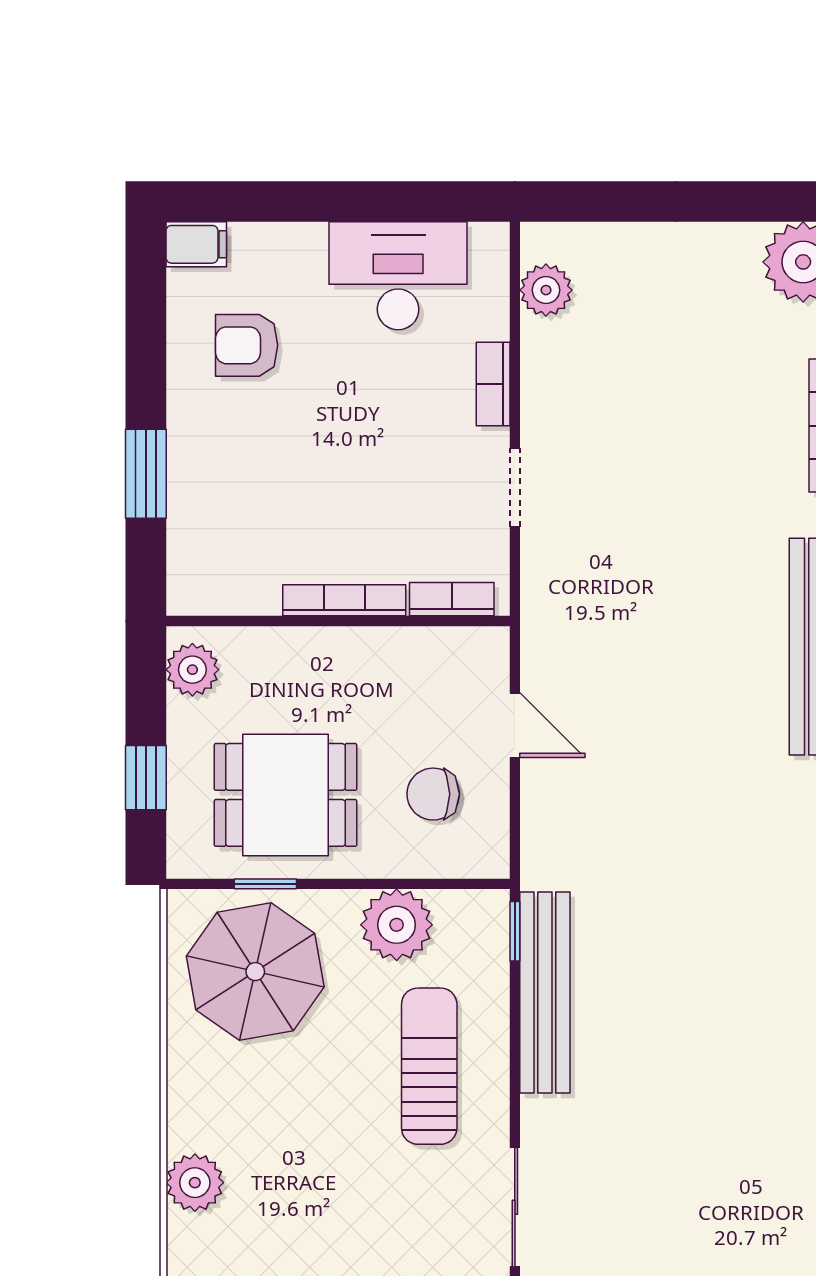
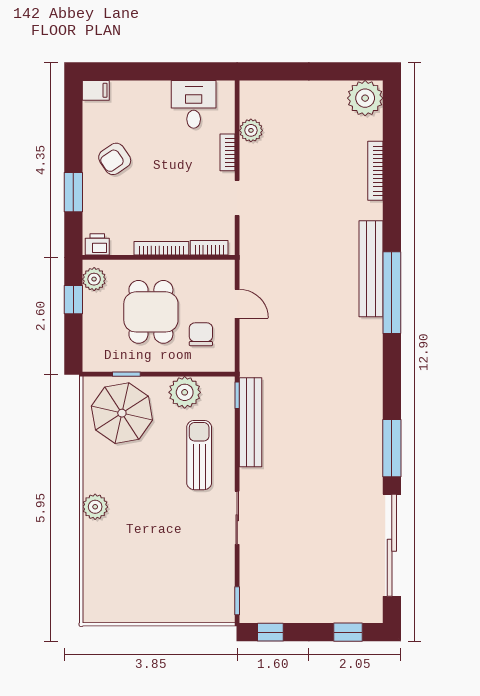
desk: (398, 276) -> (194, 104), width x0.73
plant: (546, 290) -> (251, 130), moved
armchair: (247, 345) -> (115, 159), moved, turned -34
printer: (200, 592) -> (97, 244), added
window: (146, 778) -> (73, 300), moved
chair: (433, 794) -> (201, 334), turned 90
dining table: (285, 795) -> (151, 312), moved, turned 90

